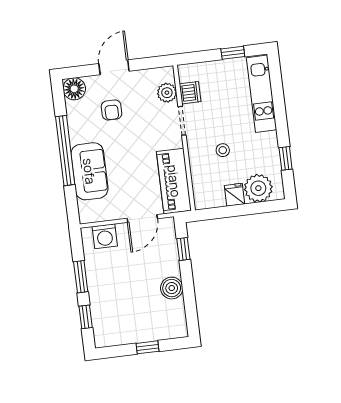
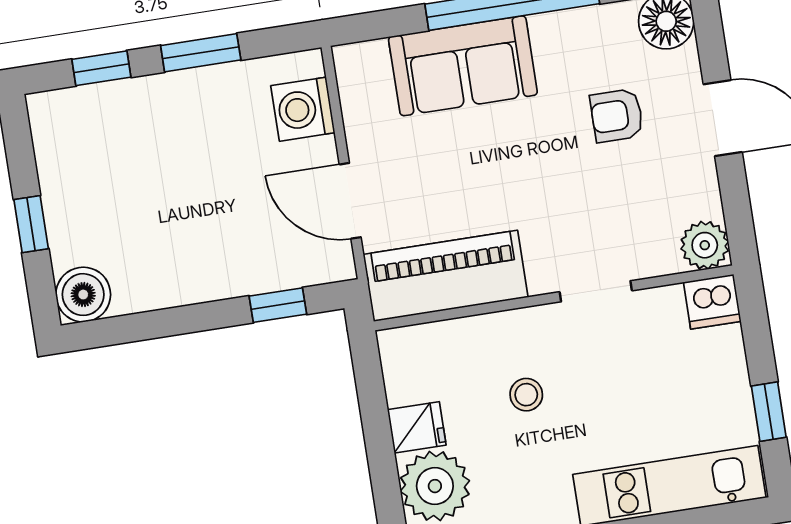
plant: (167, 93) -> (705, 245), moved
dishwasher: (190, 93) -> (712, 302), moved
boiler: (172, 288) -> (83, 295), moved

